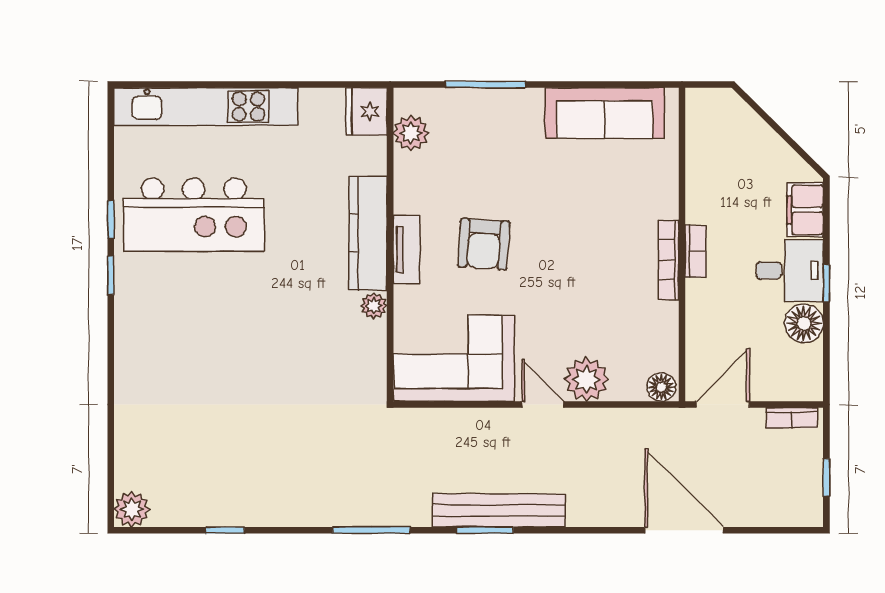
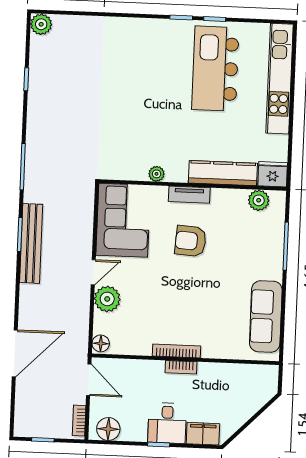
kitchen counter: (368, 233) -> (223, 173), moved
floor lamp: (804, 323) -> (108, 429), moved

